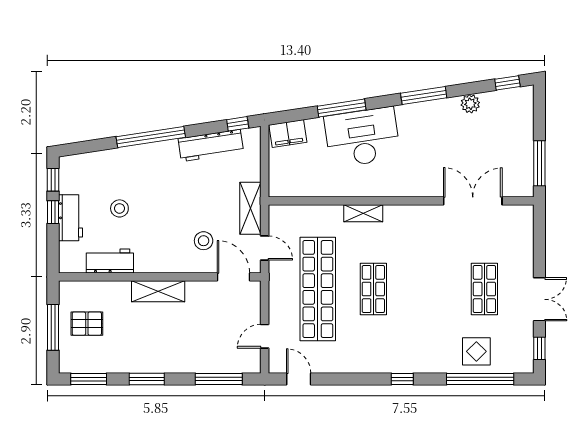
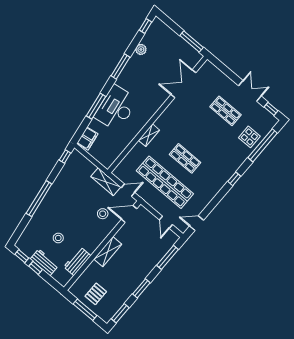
workbench: (211, 145) -> (64, 176), removed

